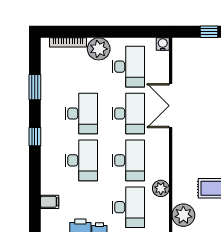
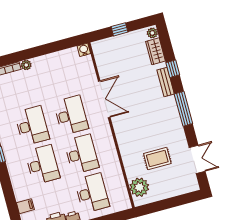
plant: (99, 49) -> (26, 65), width x0.53, depth x0.53
desk: (128, 67) -> (60, 76), removed
double door: (171, 106) -> (104, 99), swing flipped
plant: (161, 188) -> (115, 170), removed

